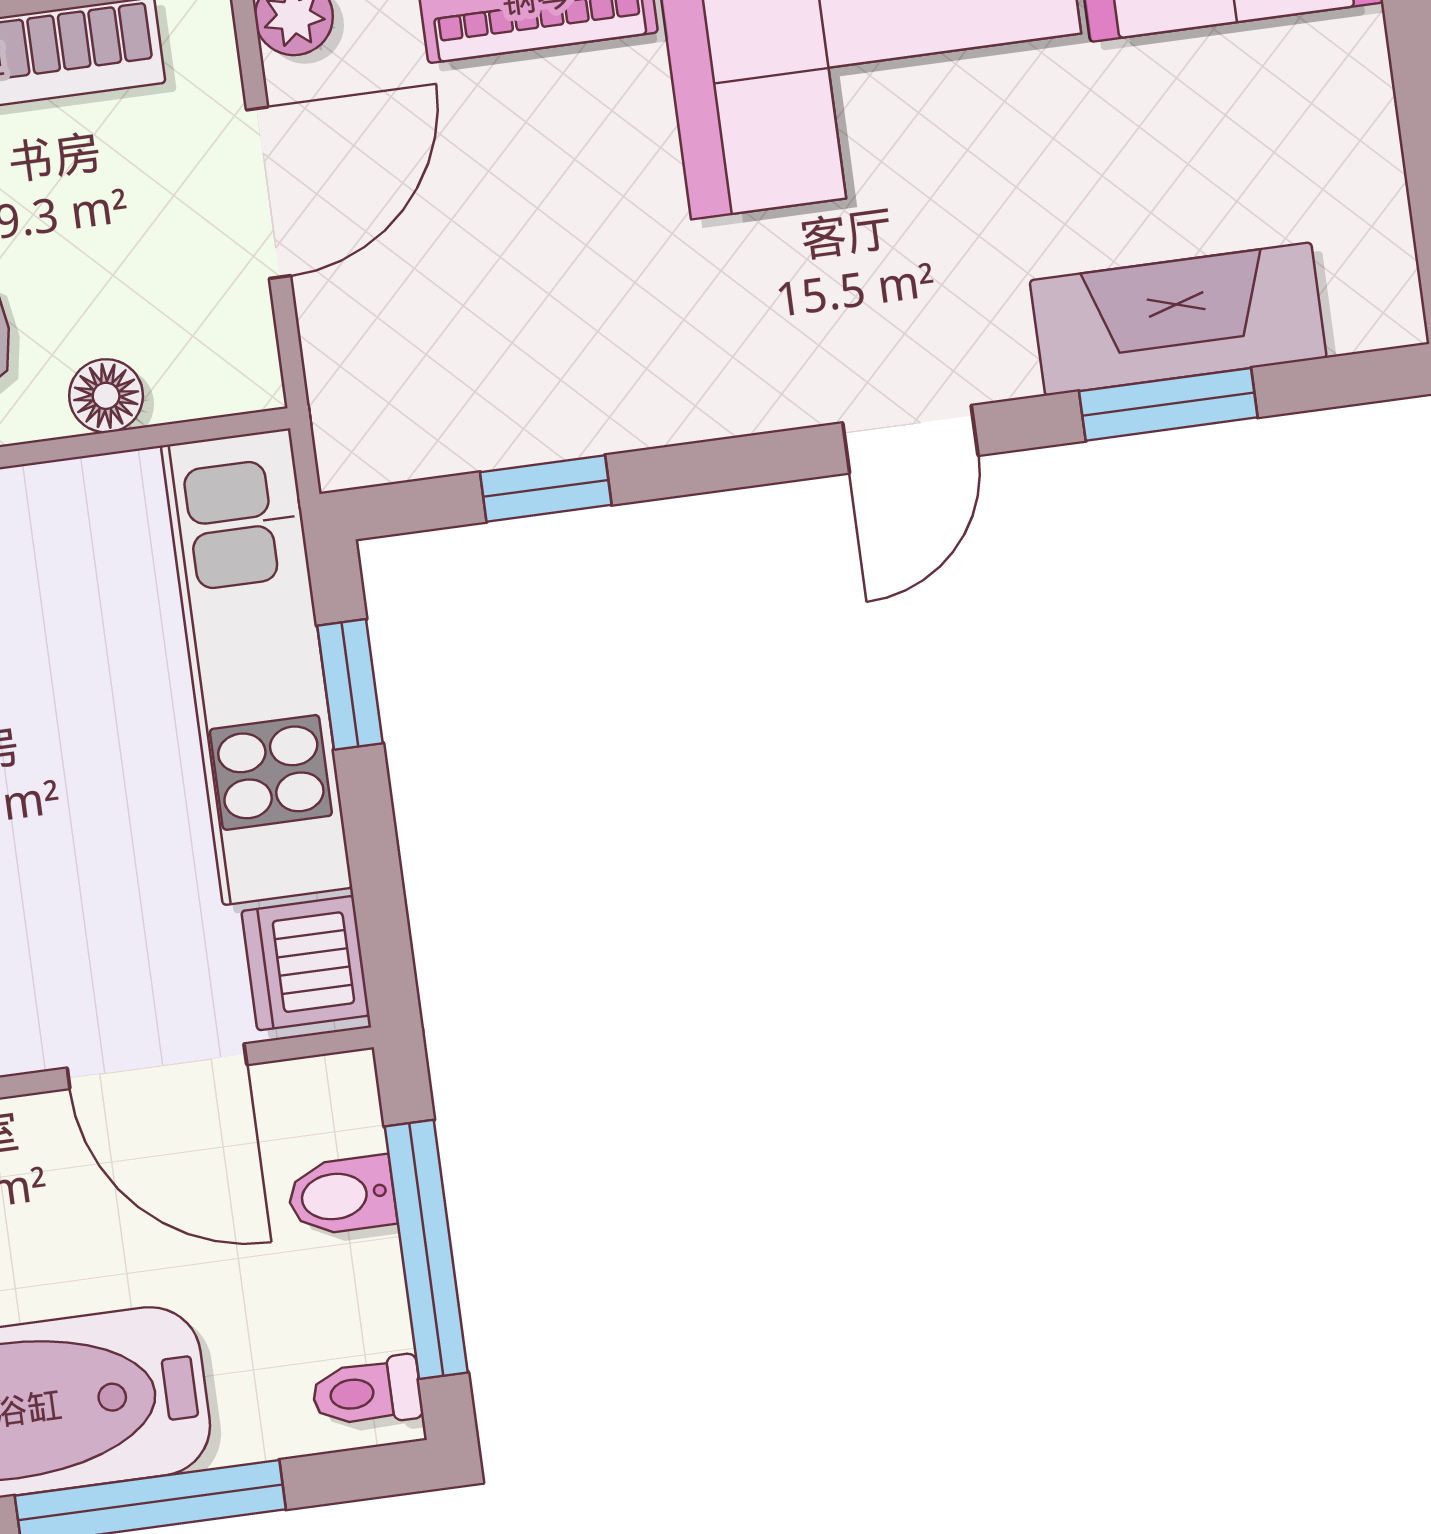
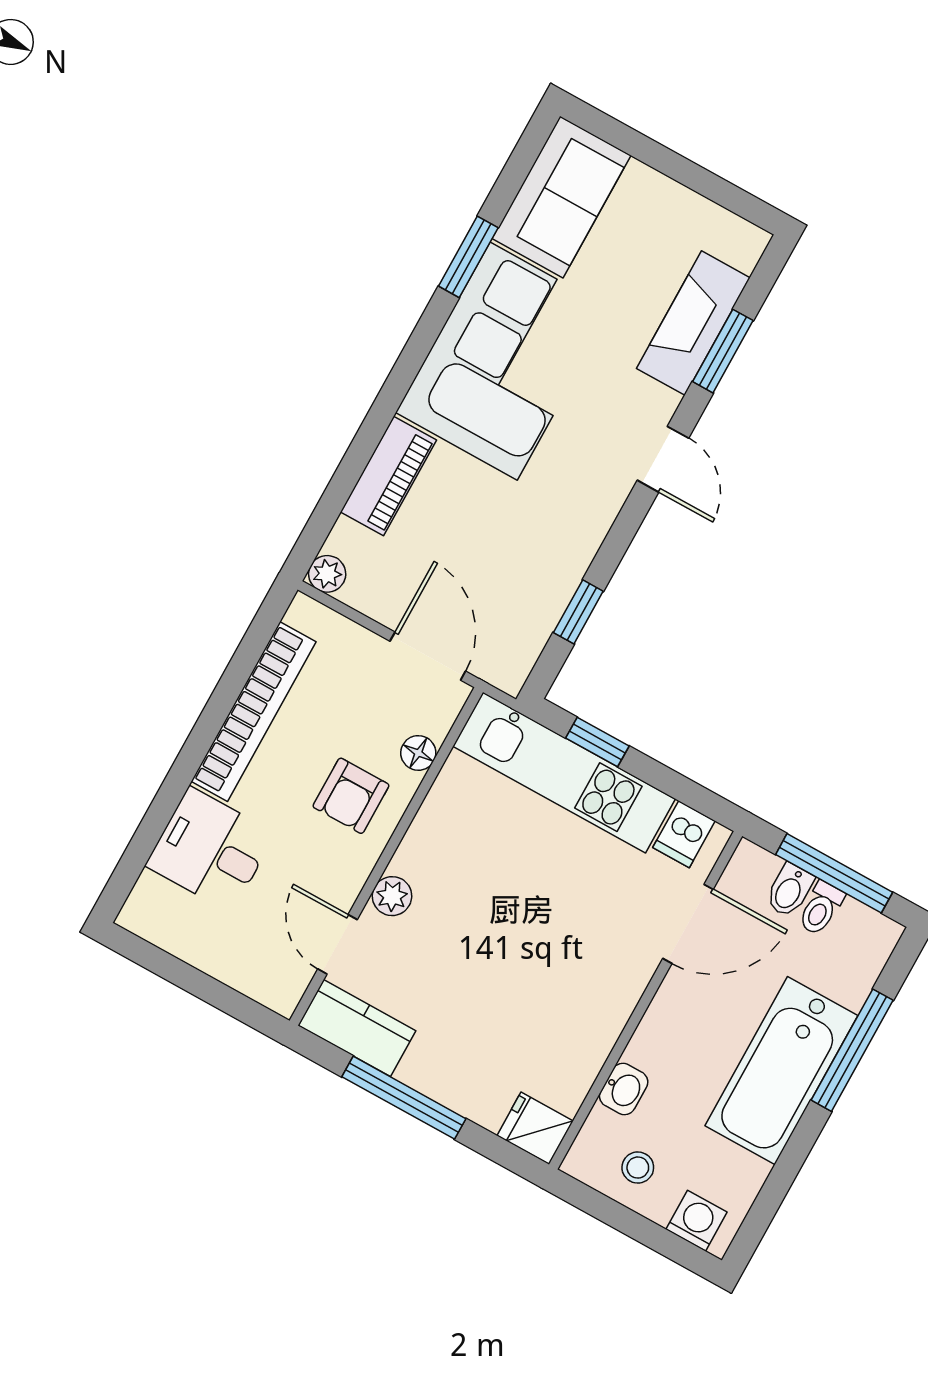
door: (268, 193) -> (428, 656), moved
dishwasher: (306, 963) -> (684, 834), width x0.73
toilet: (367, 1392) -> (821, 908), moved

